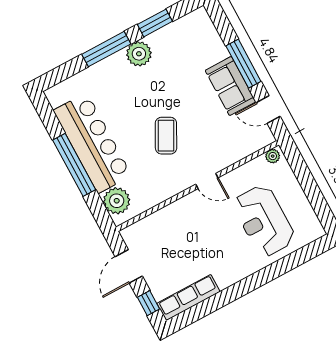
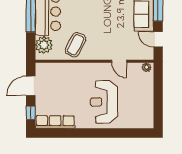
coffee table: (166, 136) -> (75, 45), moved
door: (207, 181) -> (119, 61), moved
reception desk: (264, 221) -> (104, 102), moved

